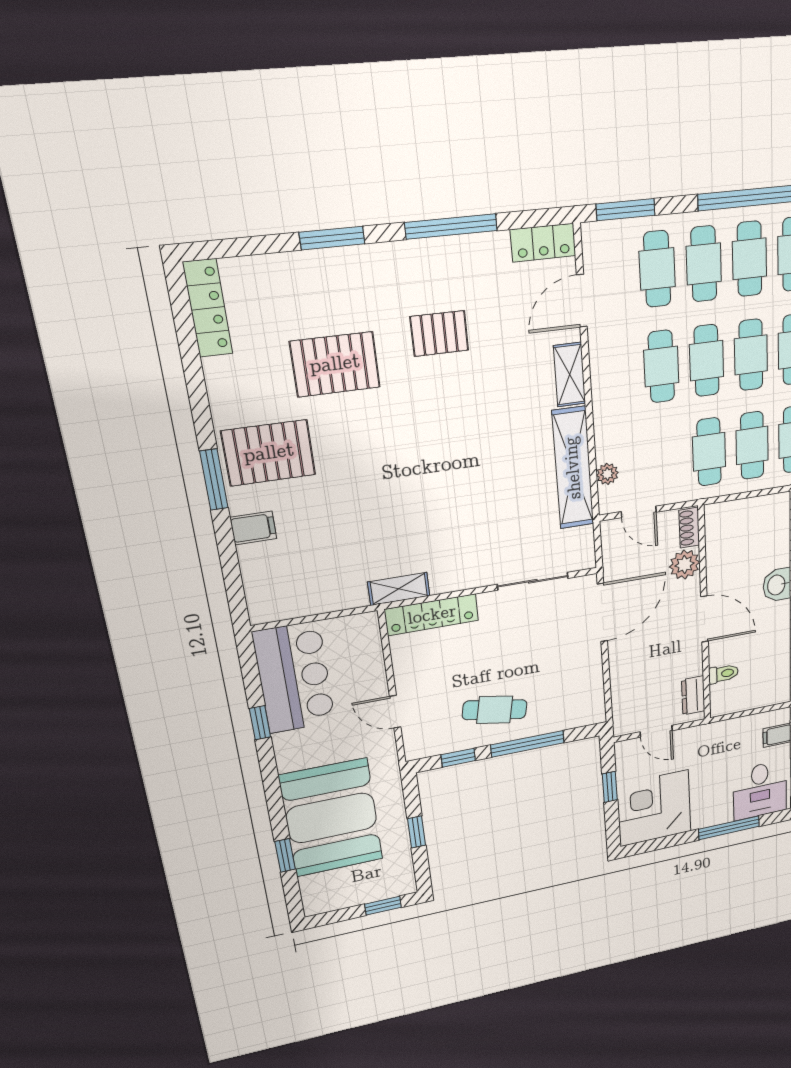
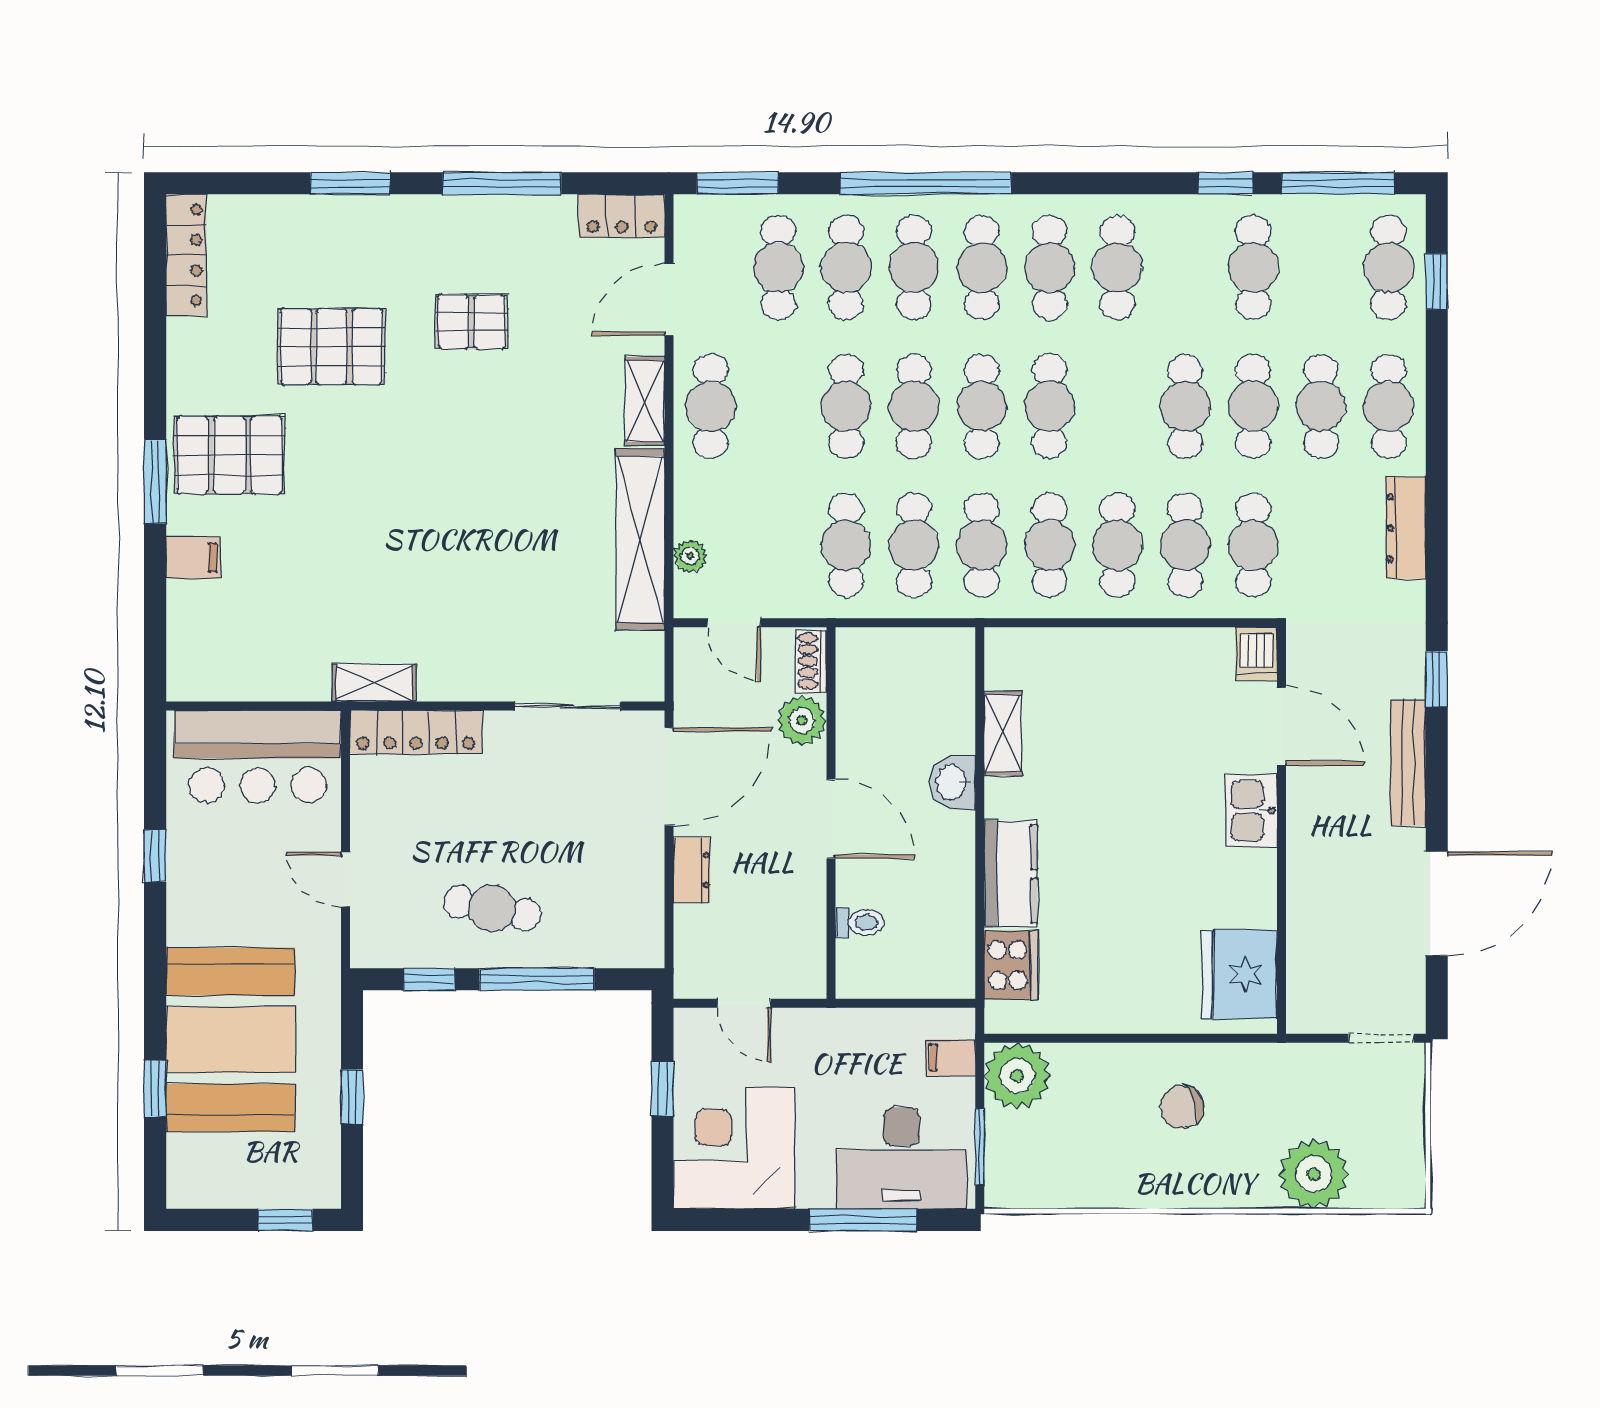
cafe table: (661, 366) -> (711, 406), moved
bar counter: (294, 678) -> (258, 757), moved, turned 90
dresser: (693, 695) -> (692, 870), moved, turned 180
desk: (760, 790) -> (902, 1158), width x1.37

